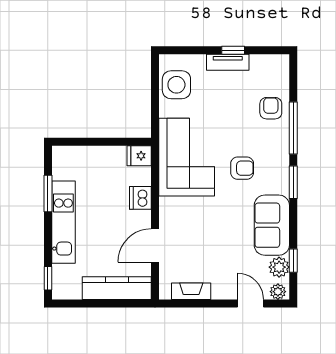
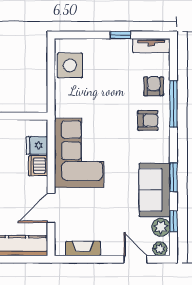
tv unit: (228, 62) -> (151, 46), moved
fridge: (139, 156) -> (37, 145), moved
corner sofa: (187, 157) -> (79, 153), moved
armchair: (242, 168) -> (148, 120), moved
window: (293, 182) -> (173, 177), moved

